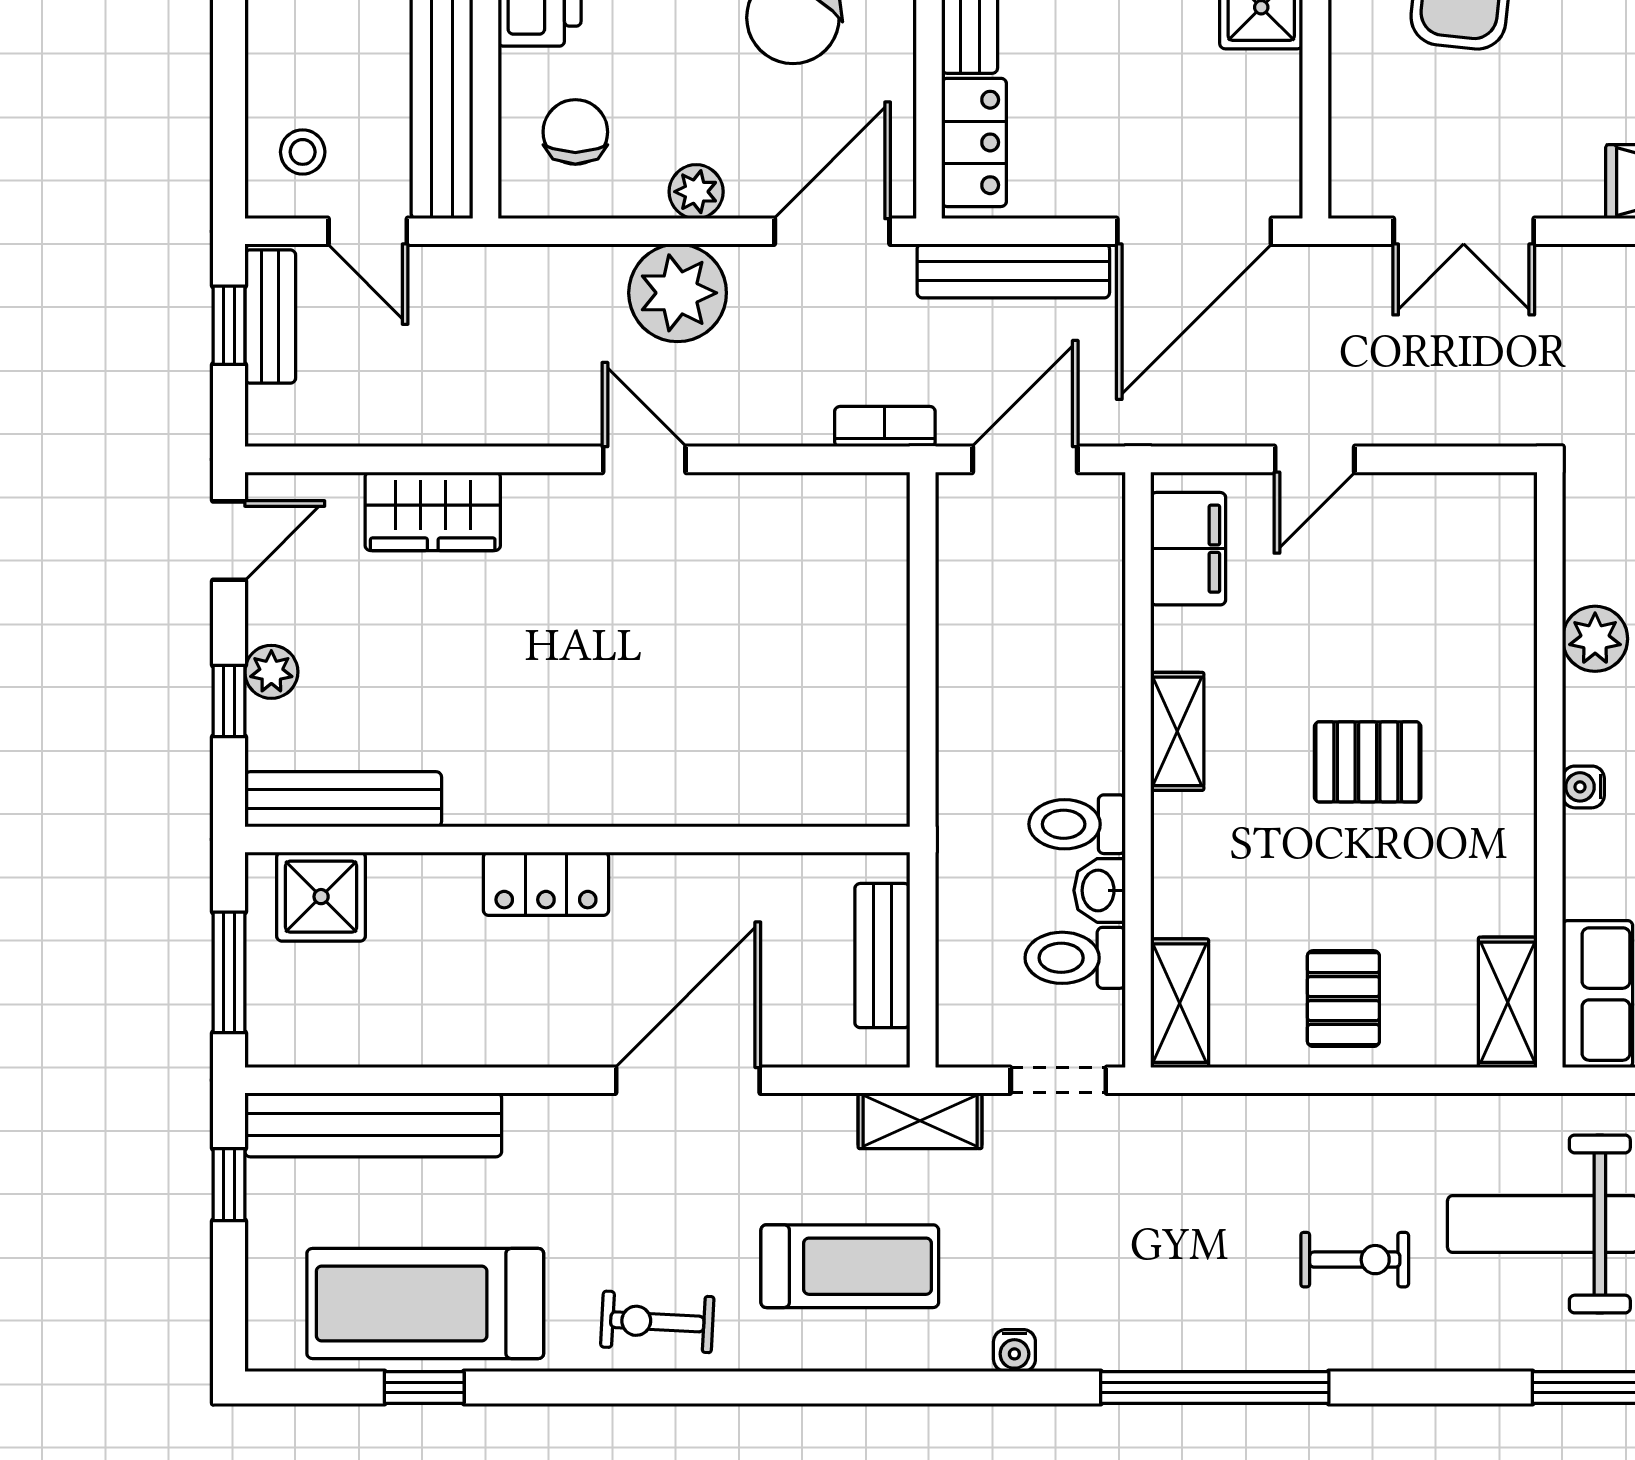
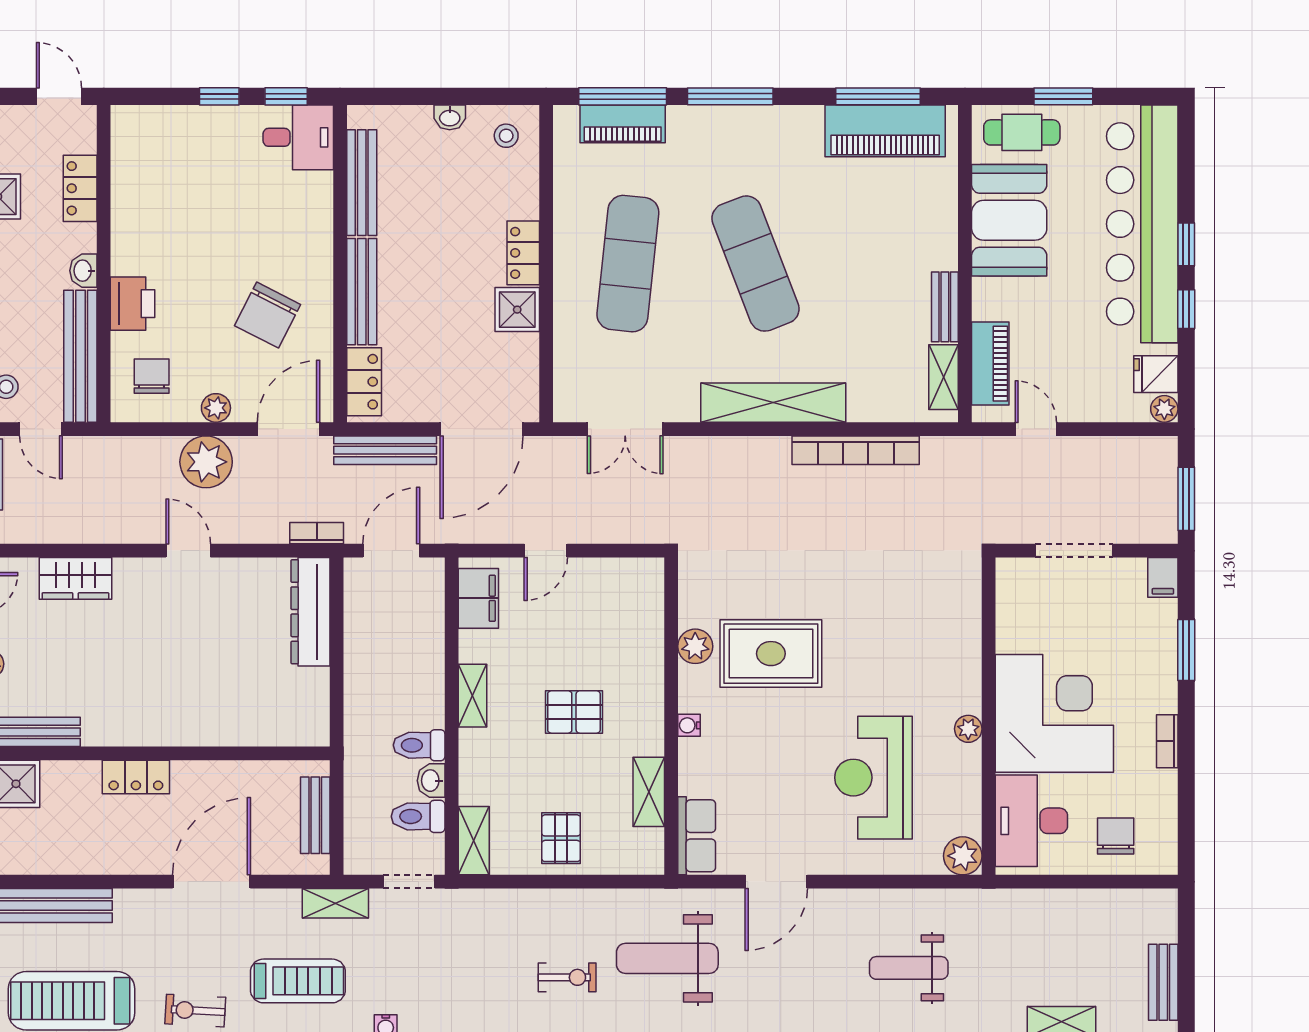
dresser: (874, 574) -> (311, 612), added
shelving: (1508, 1002) -> (649, 792), moved

